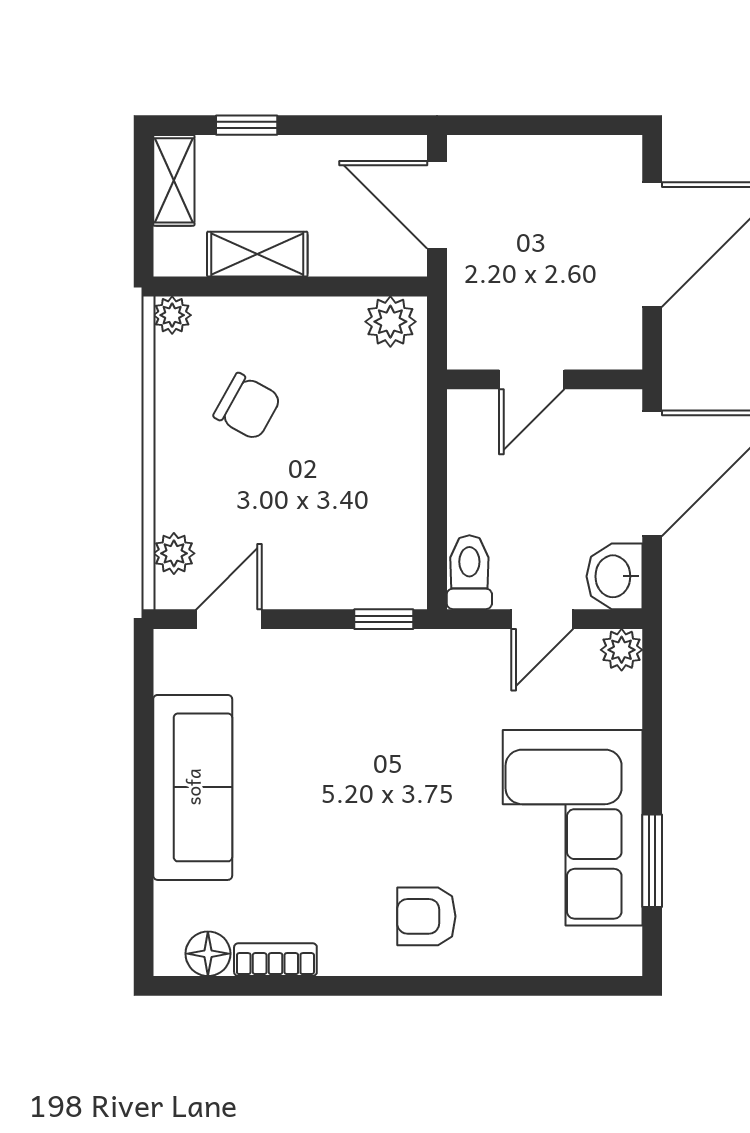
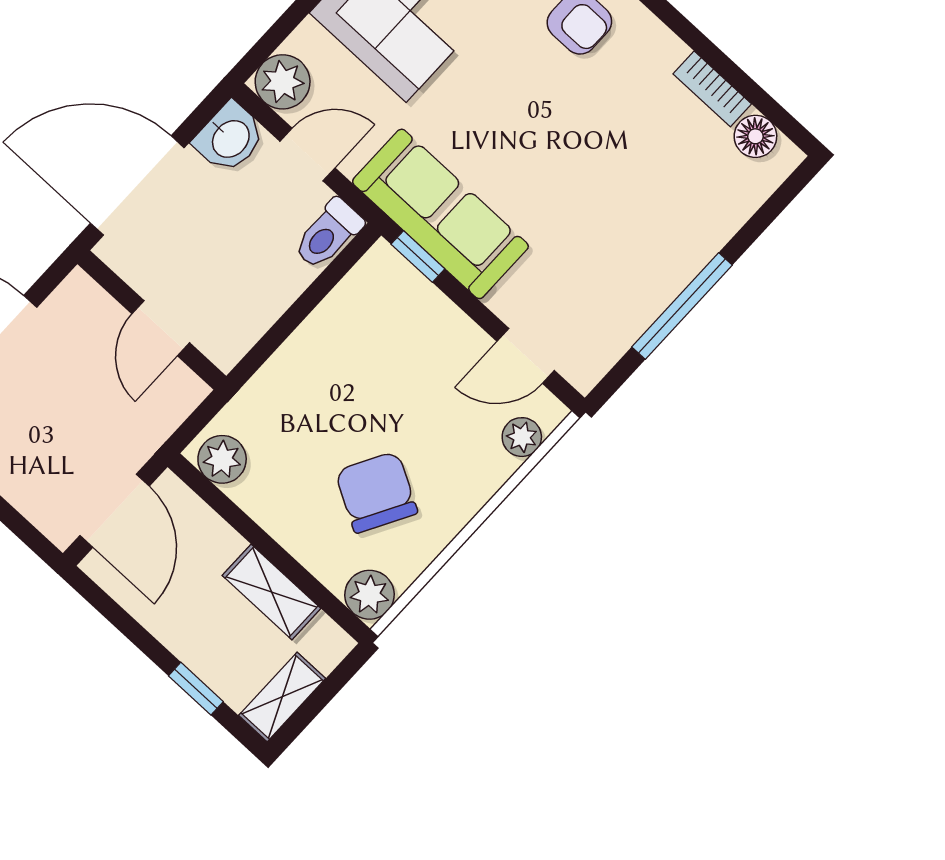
plant: (172, 315) -> (370, 595), width x1.38, depth x1.38
door: (532, 379) -> (161, 328), swing flipped
chair: (247, 407) -> (376, 492), width x1.37, depth x1.37
plant: (622, 650) -> (283, 82), width x1.38, depth x1.38
window: (144, 770) -> (682, 306), added
sofa: (193, 787) -> (440, 214), moved, turned 90

